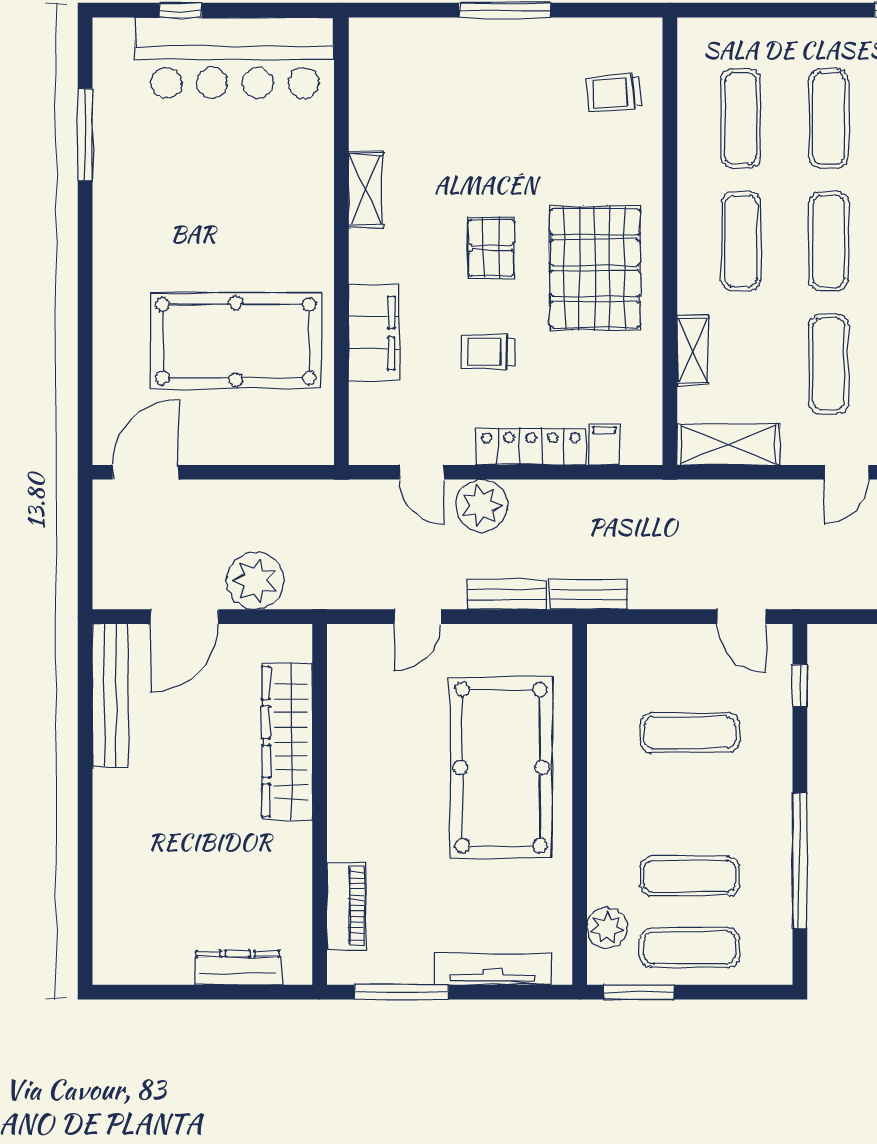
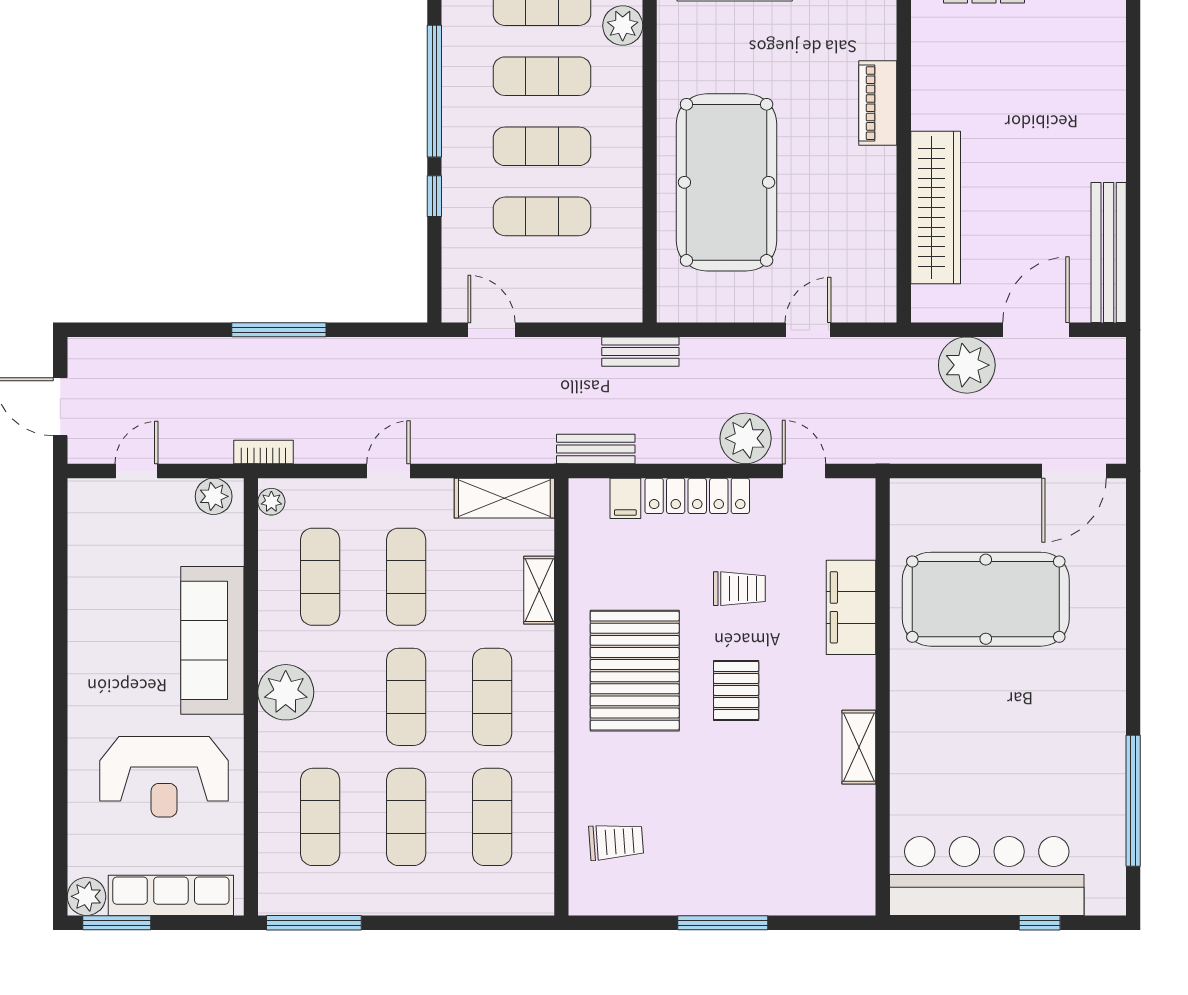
window: (85, 135) -> (1133, 801), width x1.46
bench: (507, 594) -> (596, 449), moved
window: (800, 686) -> (434, 196), moved
exercise mat: (690, 804) -> (542, 146), added
piano: (346, 906) -> (878, 103), moved

